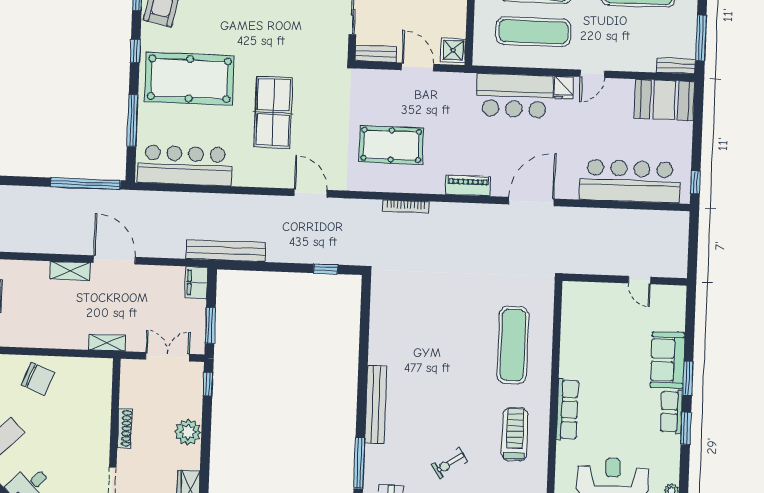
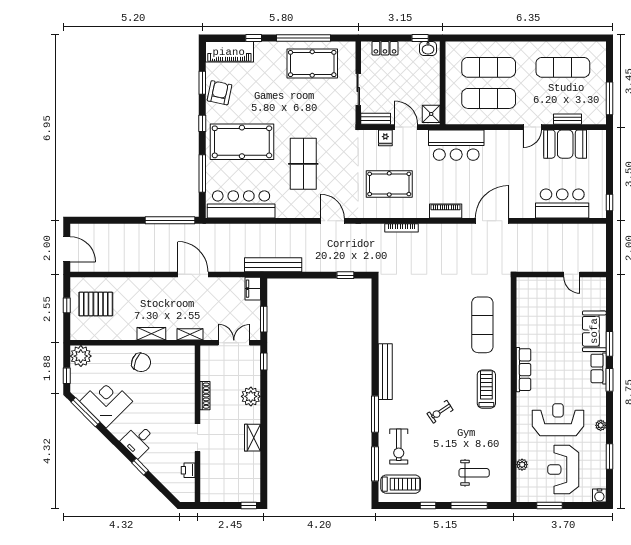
bench: (676, 66) -> (567, 119), moved
fridge: (564, 88) -> (385, 138), moved
bar counter: (514, 96) -> (456, 145), moved
booth: (664, 100) -> (565, 144), moved
bar counter: (630, 181) -> (562, 203), width x0.73
shelving: (70, 271) -> (151, 334), moved

